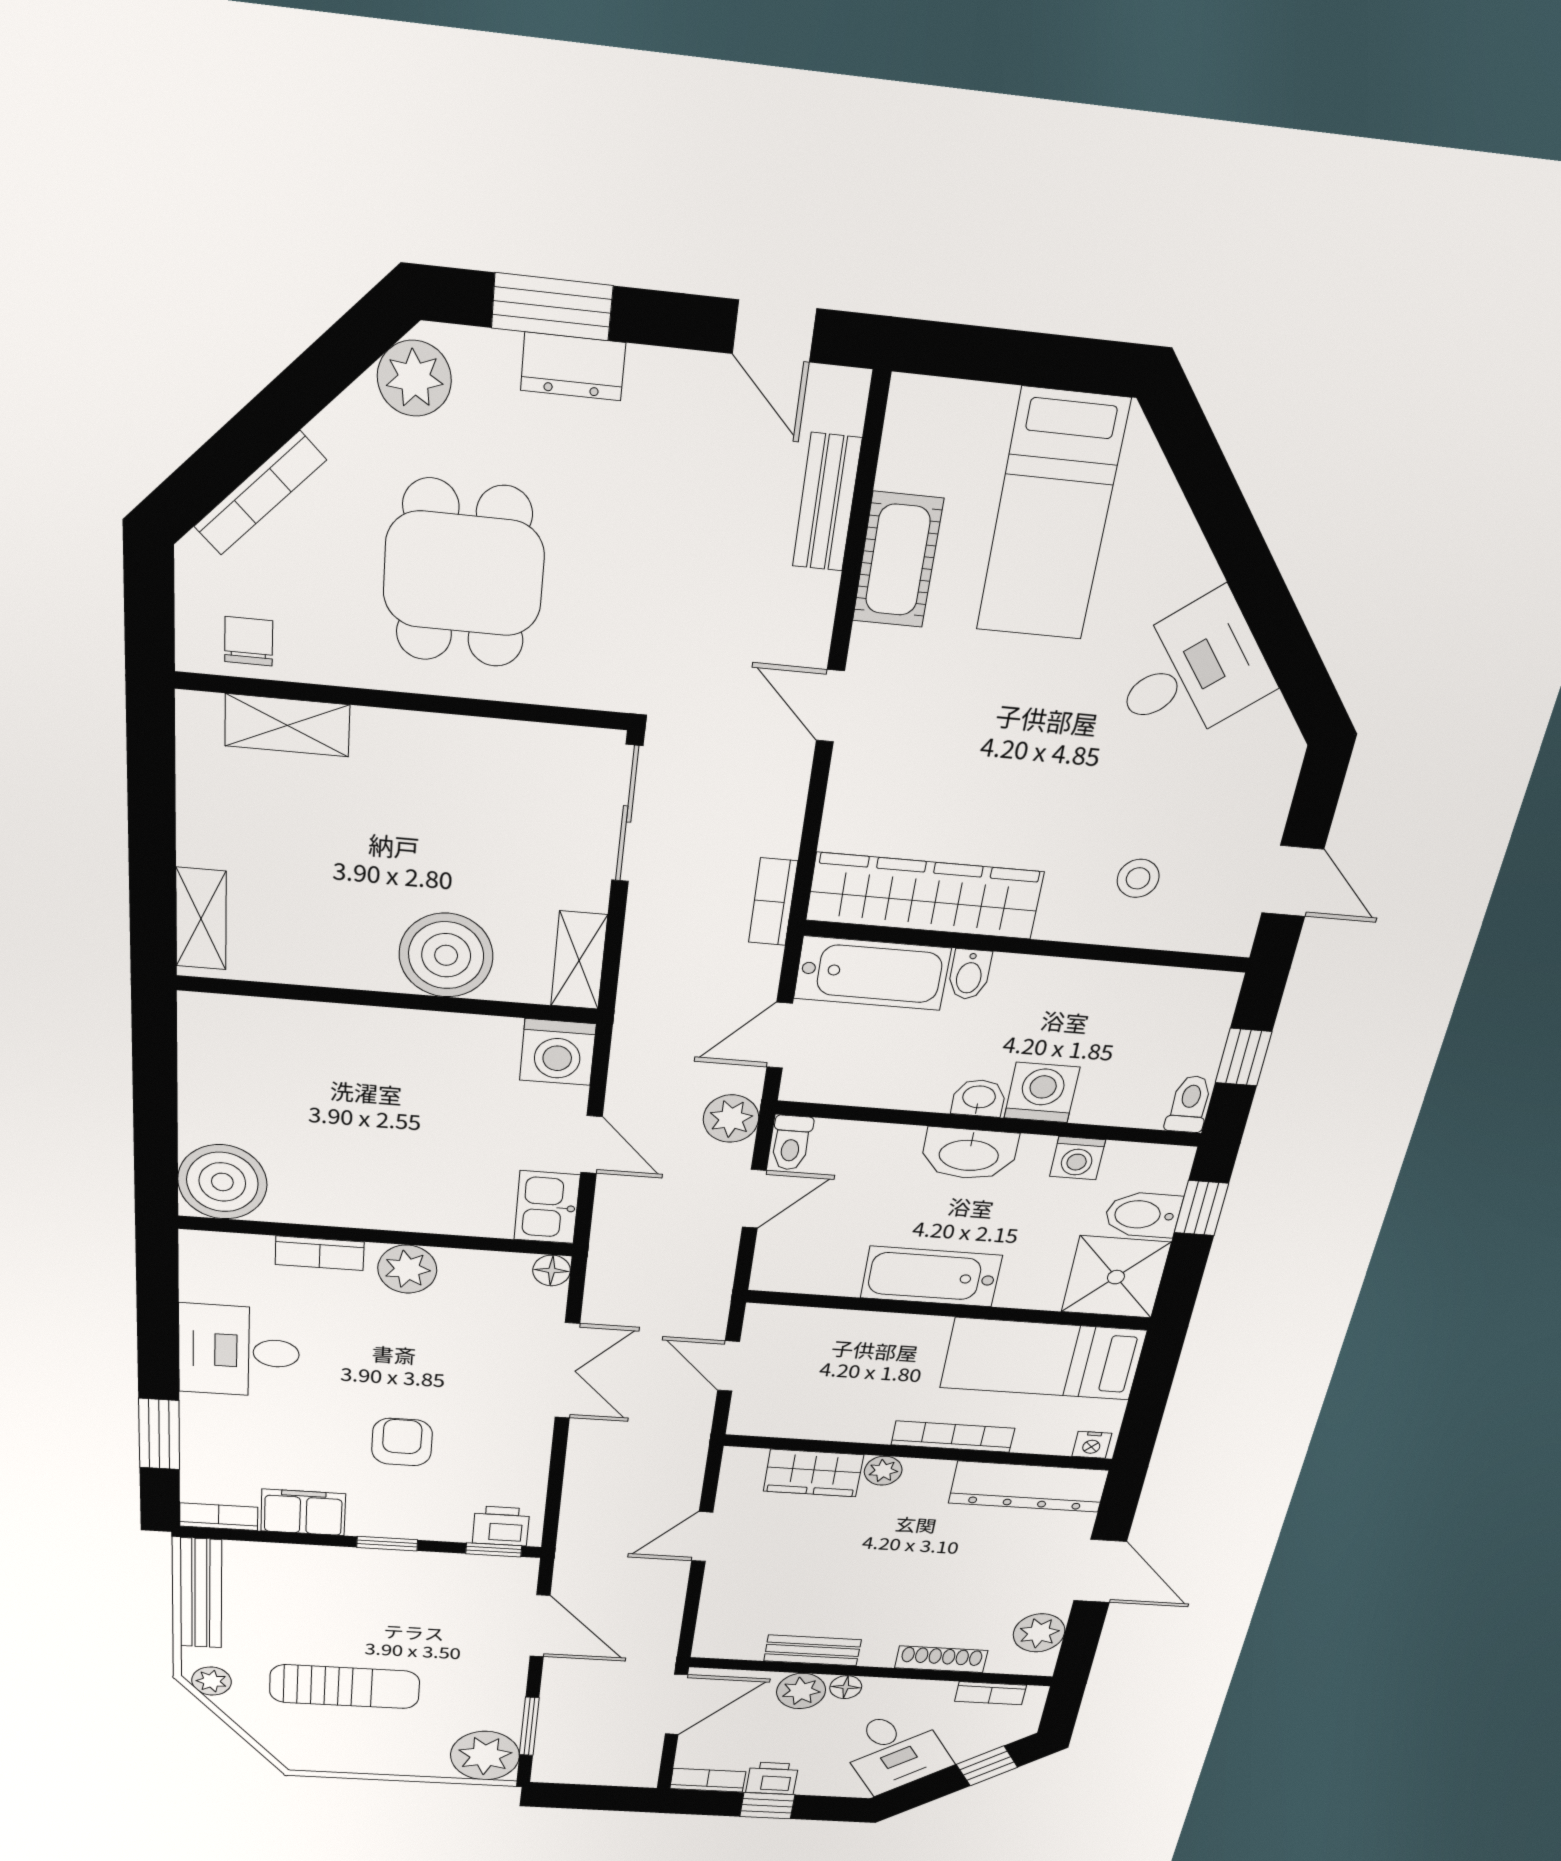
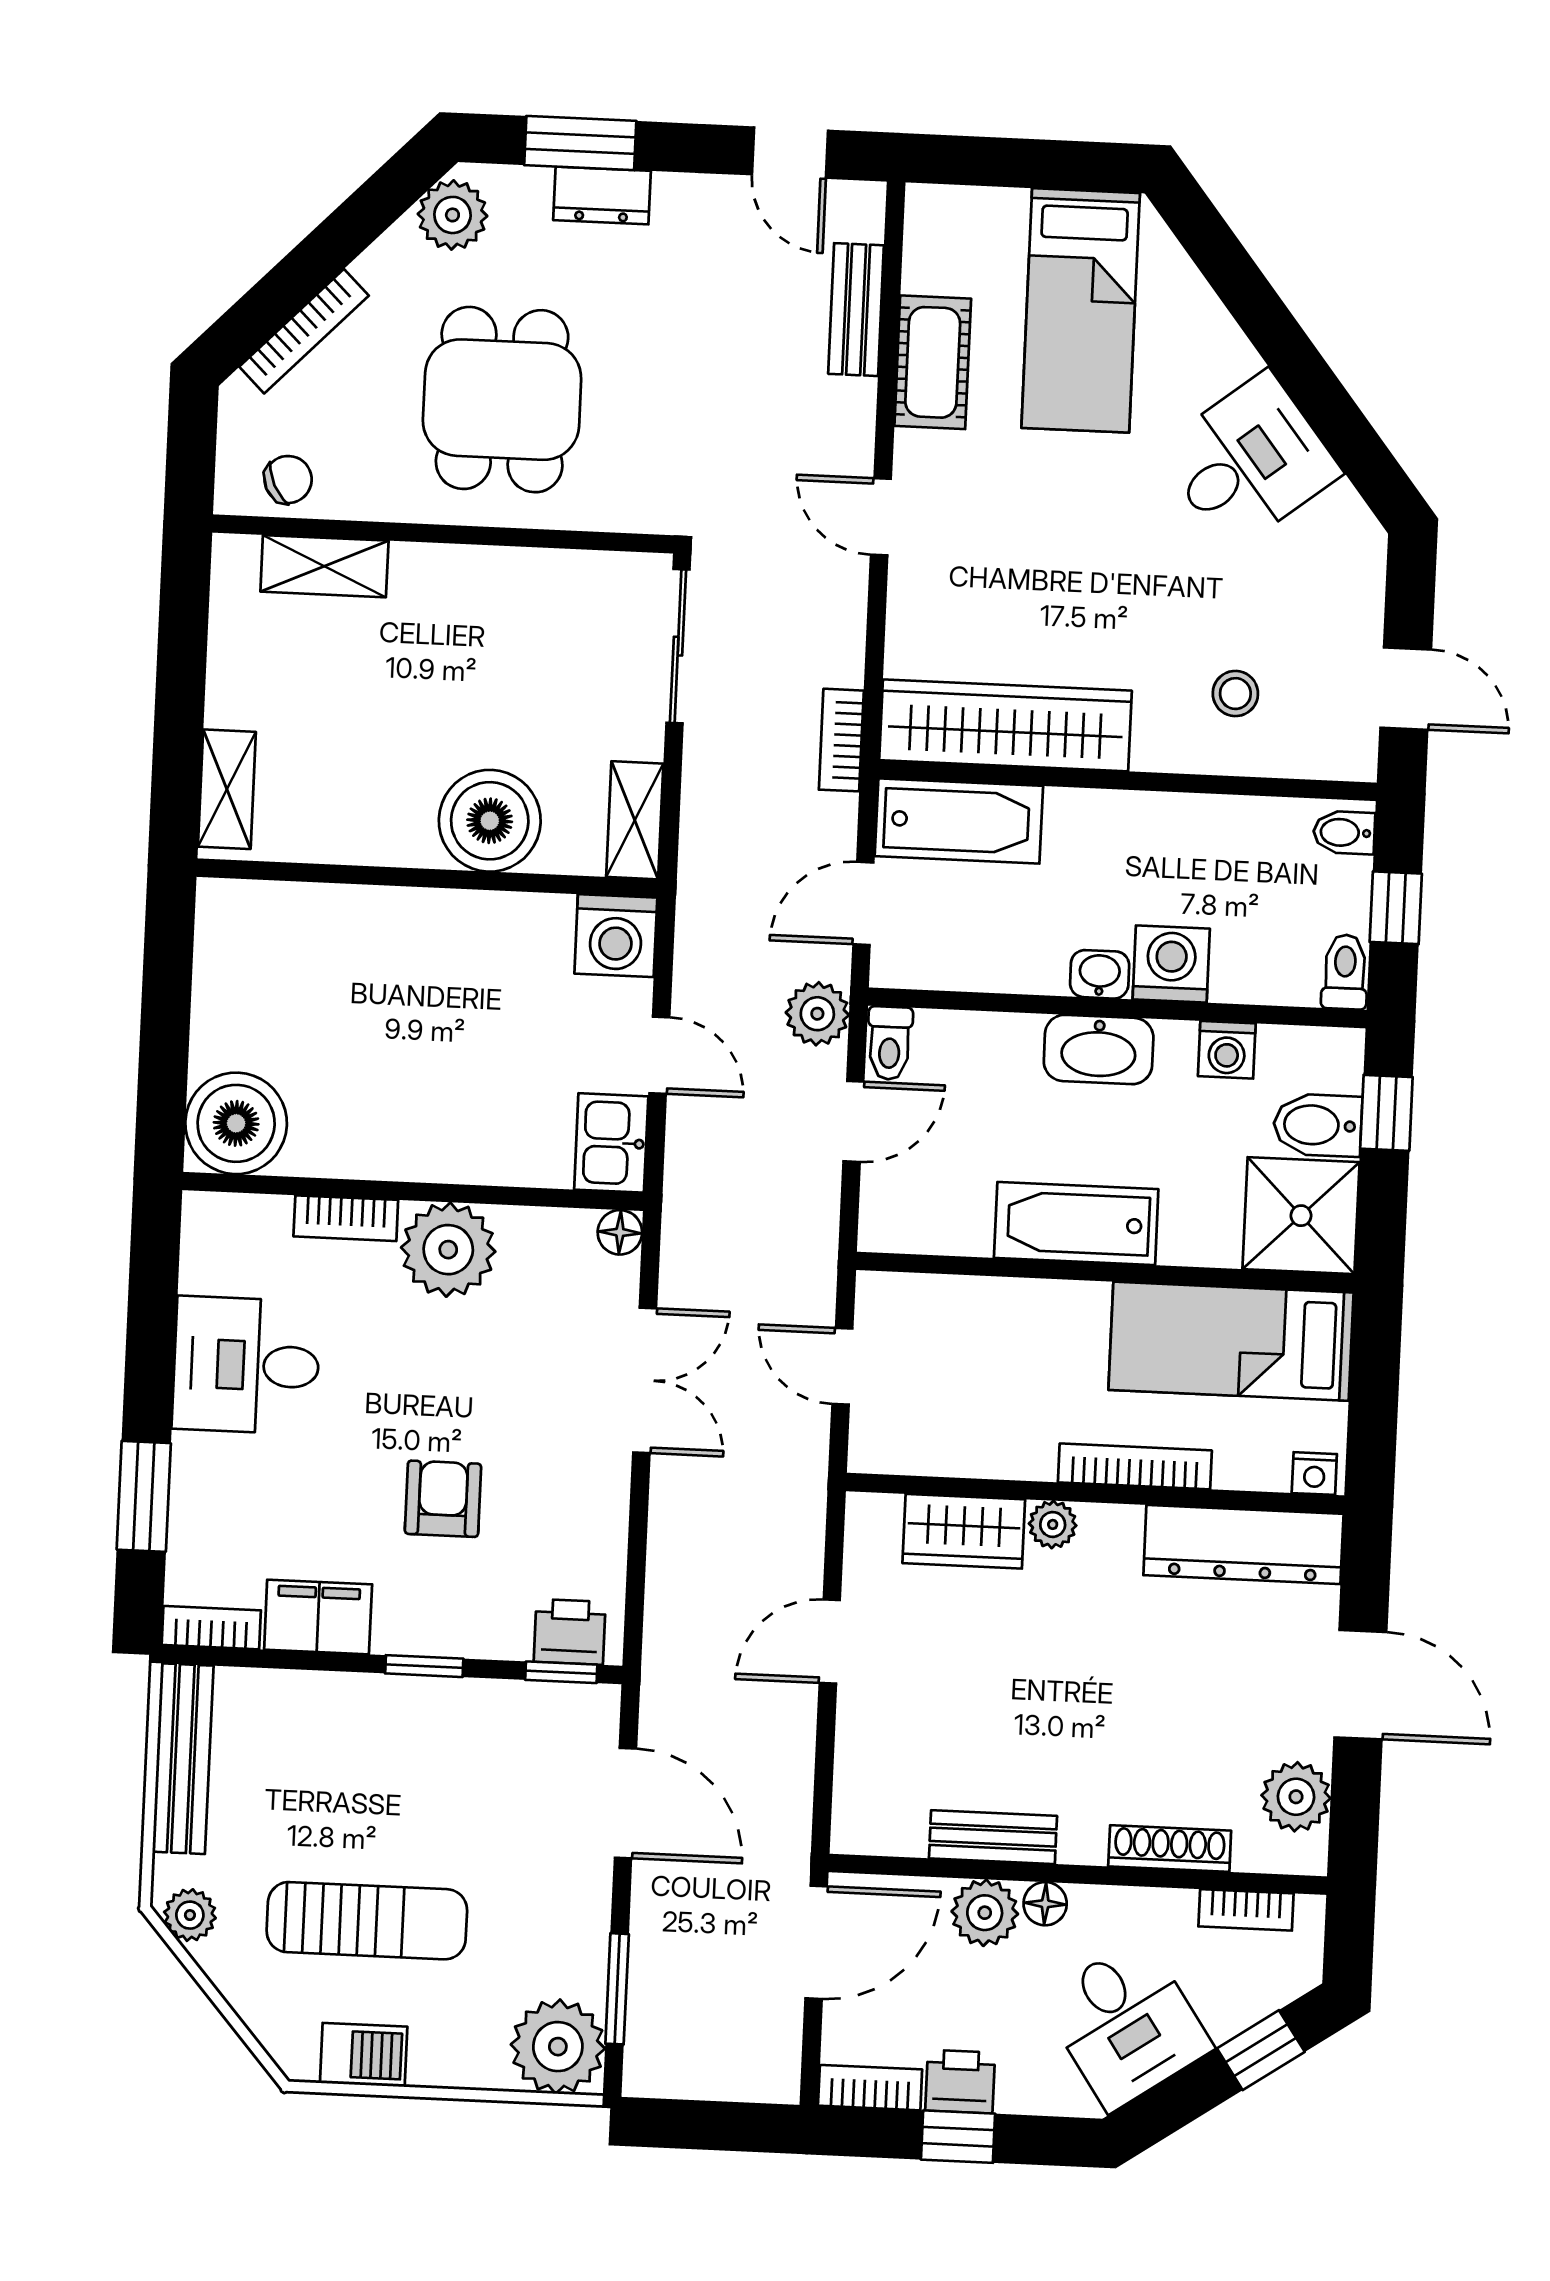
chair: (249, 641) -> (288, 480), turned 64
bidet: (969, 974) -> (1344, 833), moved, turned 90
plant: (407, 1269) -> (448, 1250), width x1.36, depth x1.36
barbecue: (343, 1758) -> (364, 2055), added

